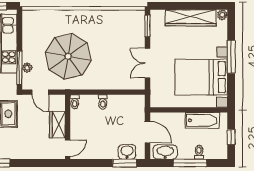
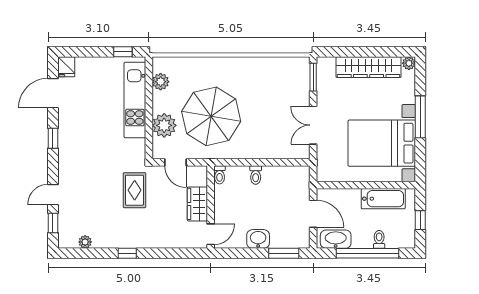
plant: (29, 29) -> (161, 82), added
window: (20, 68) -> (149, 131), removed
plant: (27, 68) -> (164, 125), width x1.88, depth x1.88
washbasin: (127, 152) -> (258, 239), moved
window: (190, 163) -> (367, 253), width x1.46

